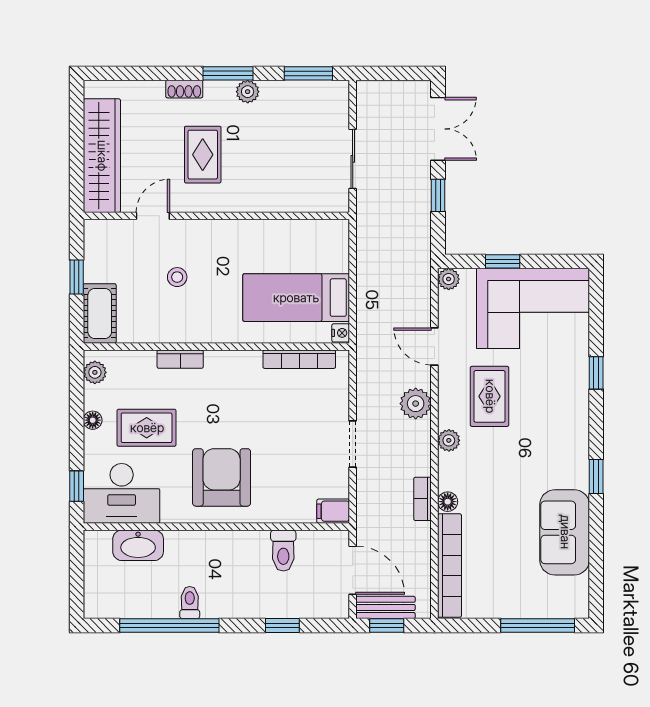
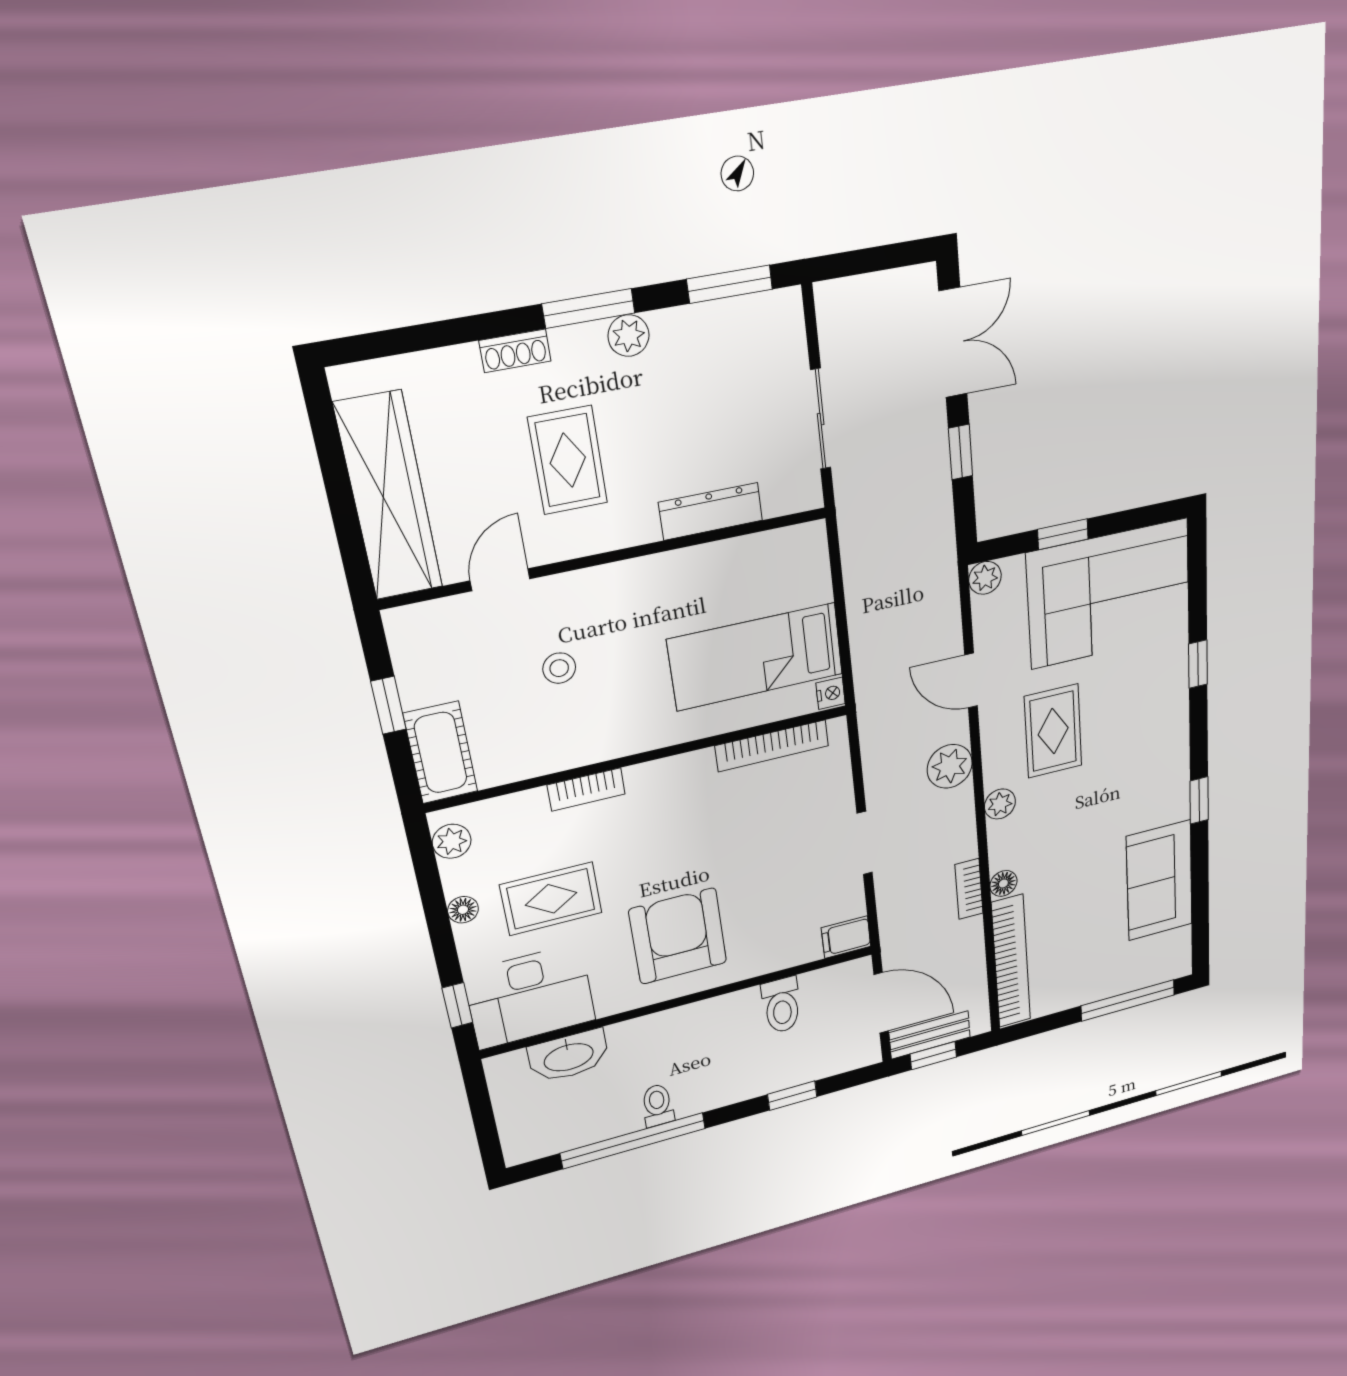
dresser: (280, 201) -> (711, 511), added

